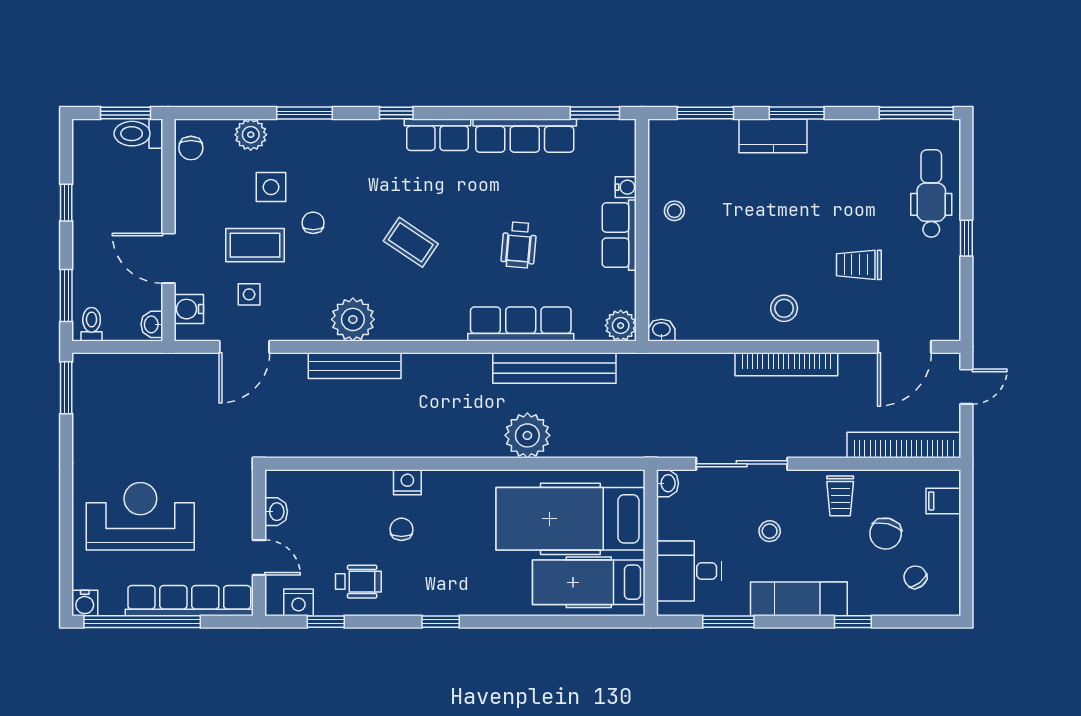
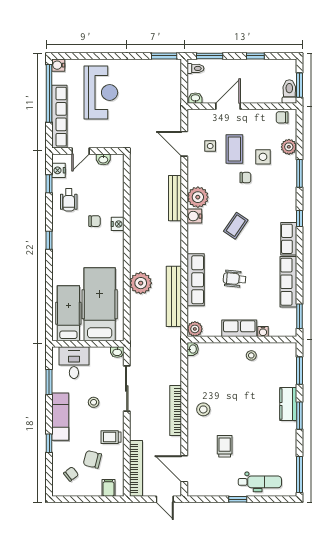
water cooler: (189, 309) -> (194, 216), moved, turned -90

